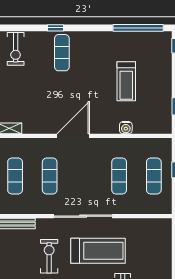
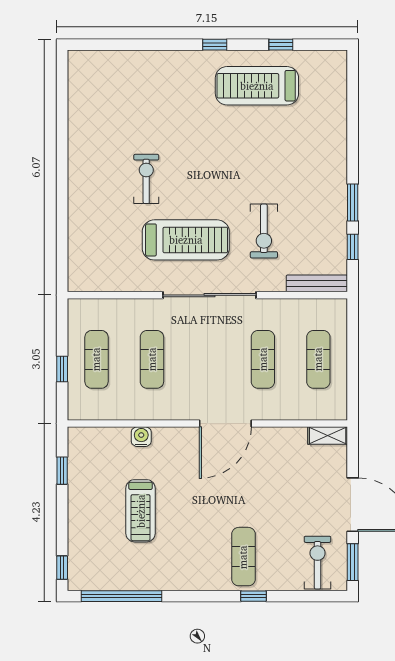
treadmill: (126, 81) -> (141, 511), turned 180
treadmill: (98, 251) -> (186, 240), turned 180

